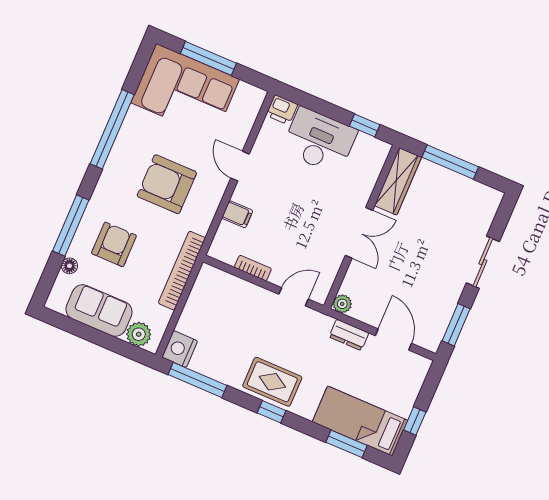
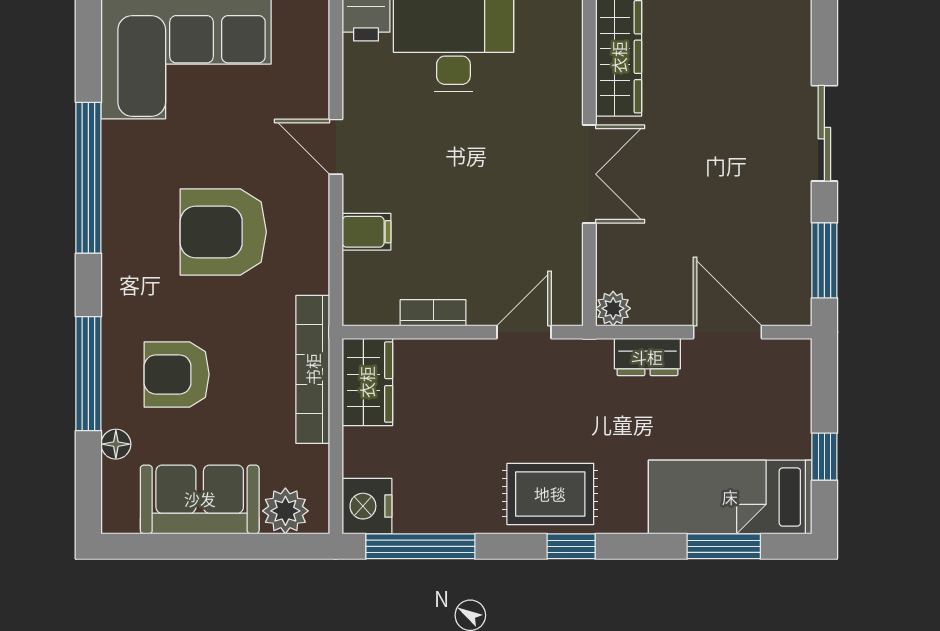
armchair: (114, 244) -> (177, 374), turned -90
wardrobe: (206, 288) -> (367, 382), added

